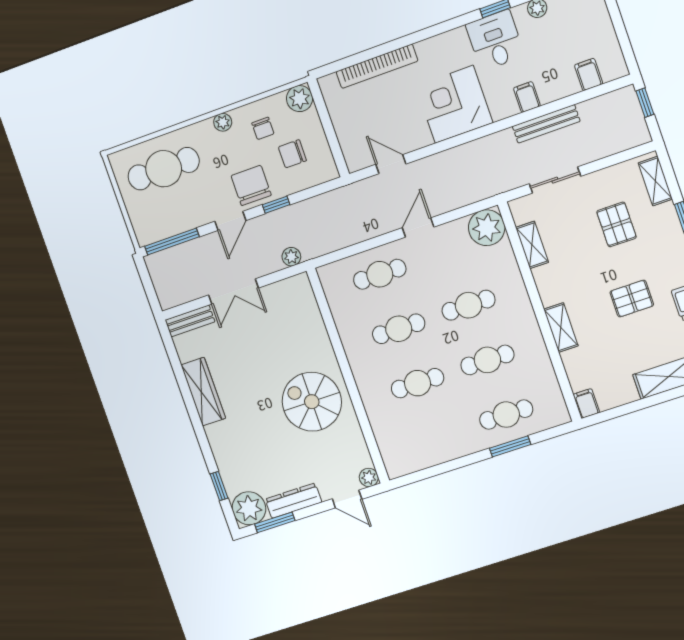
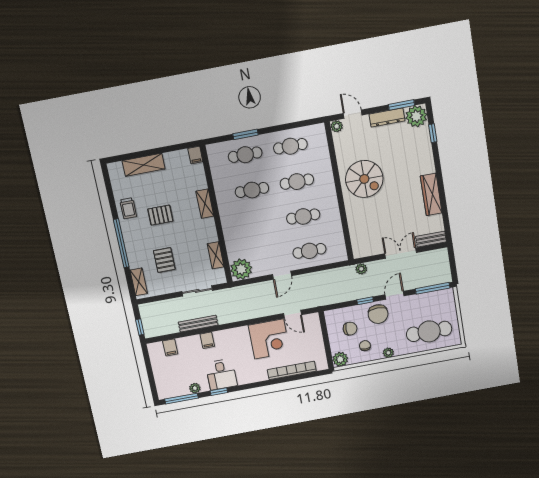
corner desk: (454, 104) -> (269, 339), moved
cafe table: (469, 305) -> (290, 146), moved

